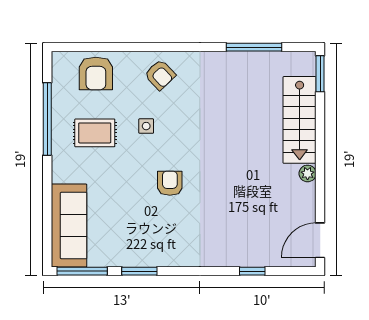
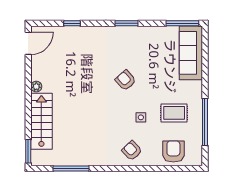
armchair: (170, 183) -> (125, 80), turned 138
window: (139, 271) -> (126, 23), moved

